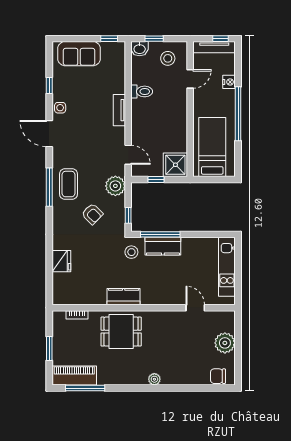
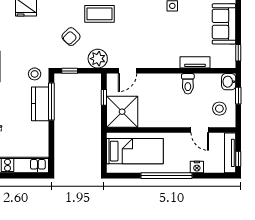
tv unit: (119, 110) -> (195, 62), moved
shower: (175, 165) -> (122, 112), width x1.37, depth x1.37

